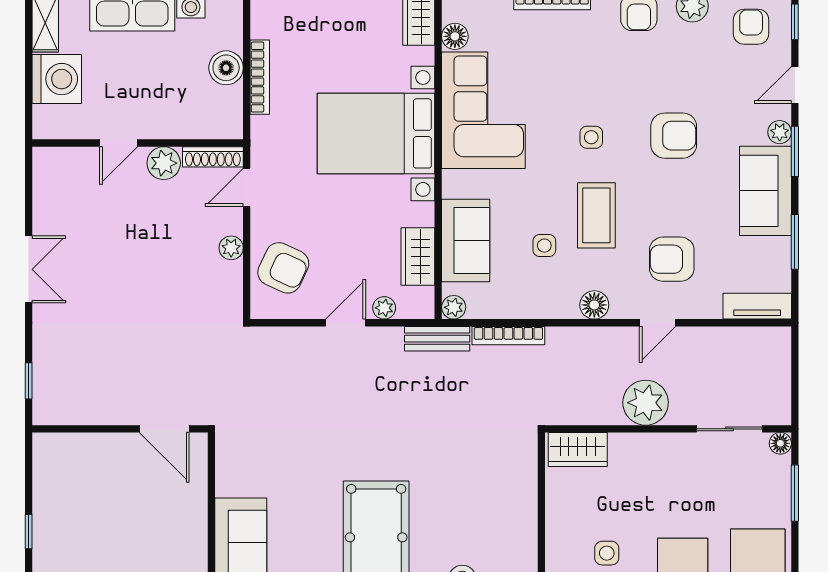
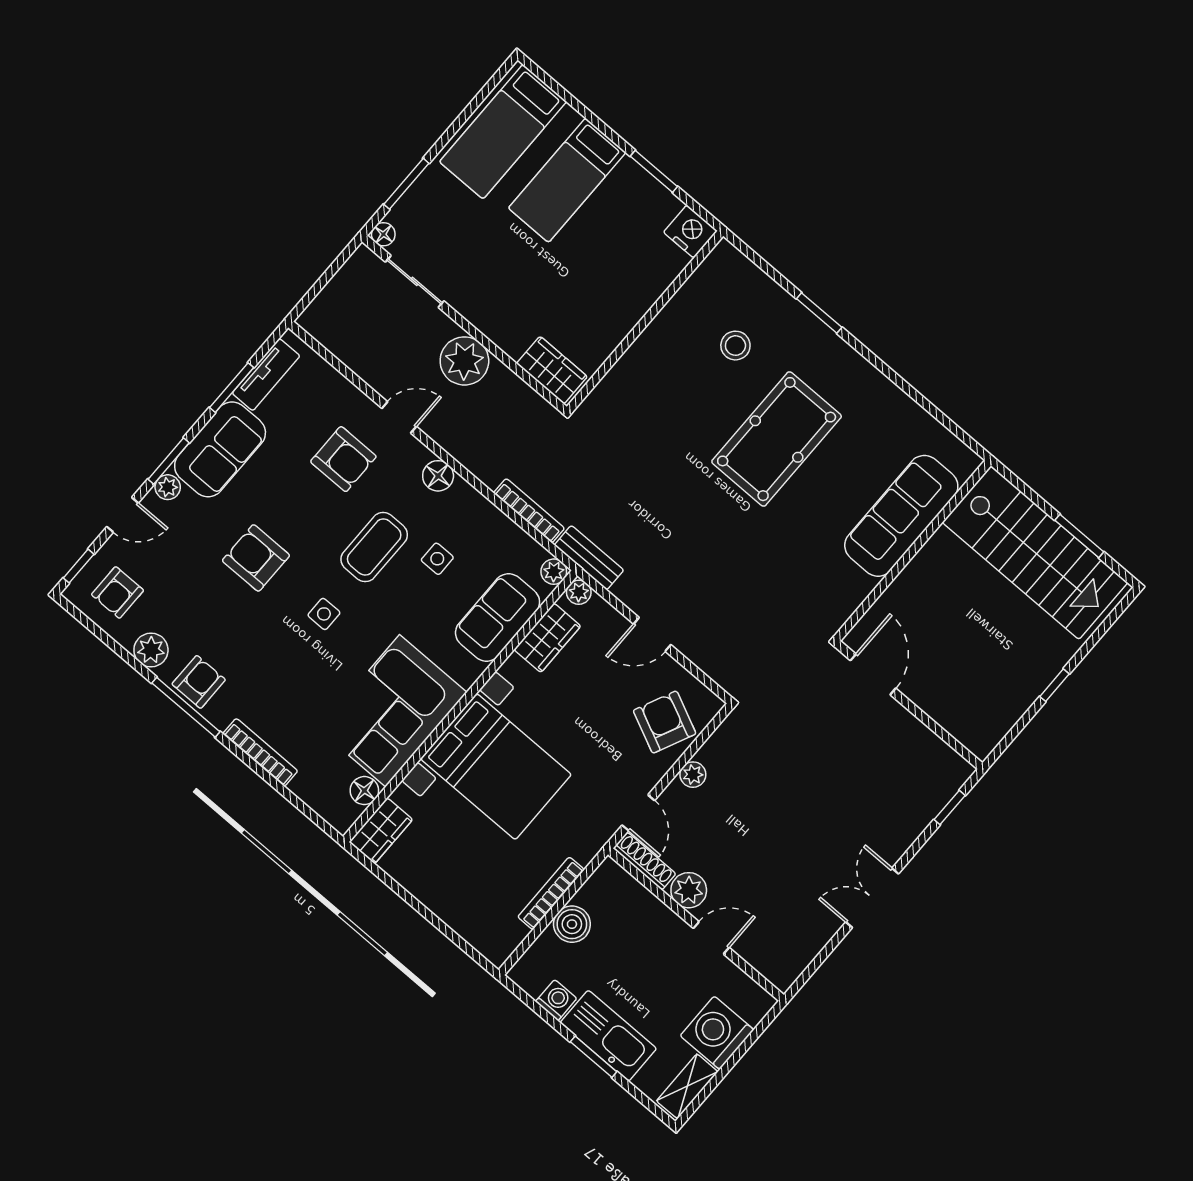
door: (247, 187) -> (638, 813), hinge flipped
tv unit: (757, 306) -> (266, 375), moved, turned -90
plant: (384, 308) -> (579, 592), moved
side table: (607, 553) -> (600, 266), removed

